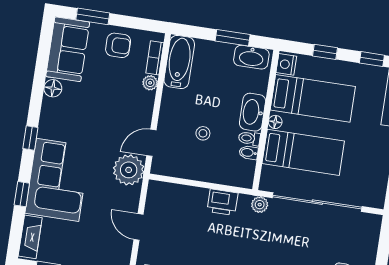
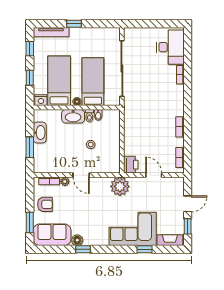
window: (233, 38) -> (30, 147), moved
armchair: (118, 45) -> (45, 204), turned 90
washbasin: (251, 57) -> (40, 133), moved
bathtub: (179, 62) -> (49, 166), removed
window: (30, 138) -> (83, 249), moved
door: (151, 143) -> (81, 175), moved
printer: (222, 202) -> (131, 165), moved
plant: (260, 205) -> (129, 103), removed
door: (139, 227) -> (154, 175), swing flipped

